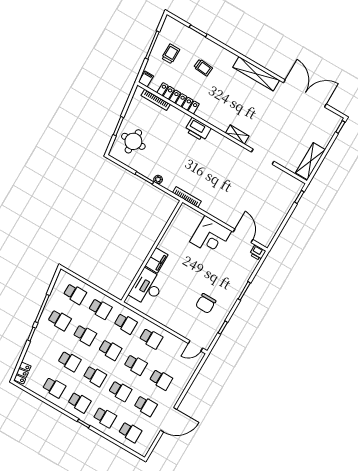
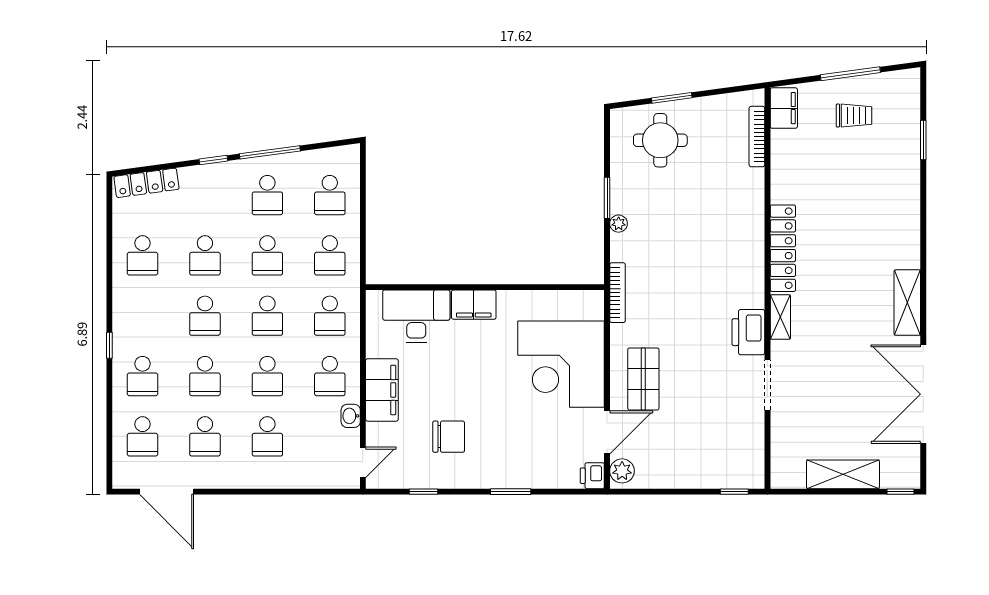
trolley: (203, 68) -> (863, 187), removed
shelving: (256, 74) -> (907, 303), width x0.68
filing cabinet: (146, 79) -> (784, 108), width x2.00
double door: (305, 93) -> (923, 394), swing flipped
locker: (178, 98) -> (783, 248), moved
printer: (198, 129) -> (748, 332), moved
shelving: (310, 161) -> (843, 474), moved
shop shelf: (230, 207) -> (643, 379), added
corner desk: (211, 236) -> (561, 364), width x1.36, depth x1.36
plant: (263, 239) -> (622, 471), added
chair: (206, 303) -> (449, 437), turned 180
filing cabinet: (170, 320) -> (382, 390), added
washbasin: (173, 340) -> (351, 416), added
door: (195, 346) -> (363, 462), swing flipped
locker: (22, 373) -> (146, 183), width x1.53
school desk: (79, 402) -> (143, 316), removed
door: (169, 420) -> (167, 492), moved

